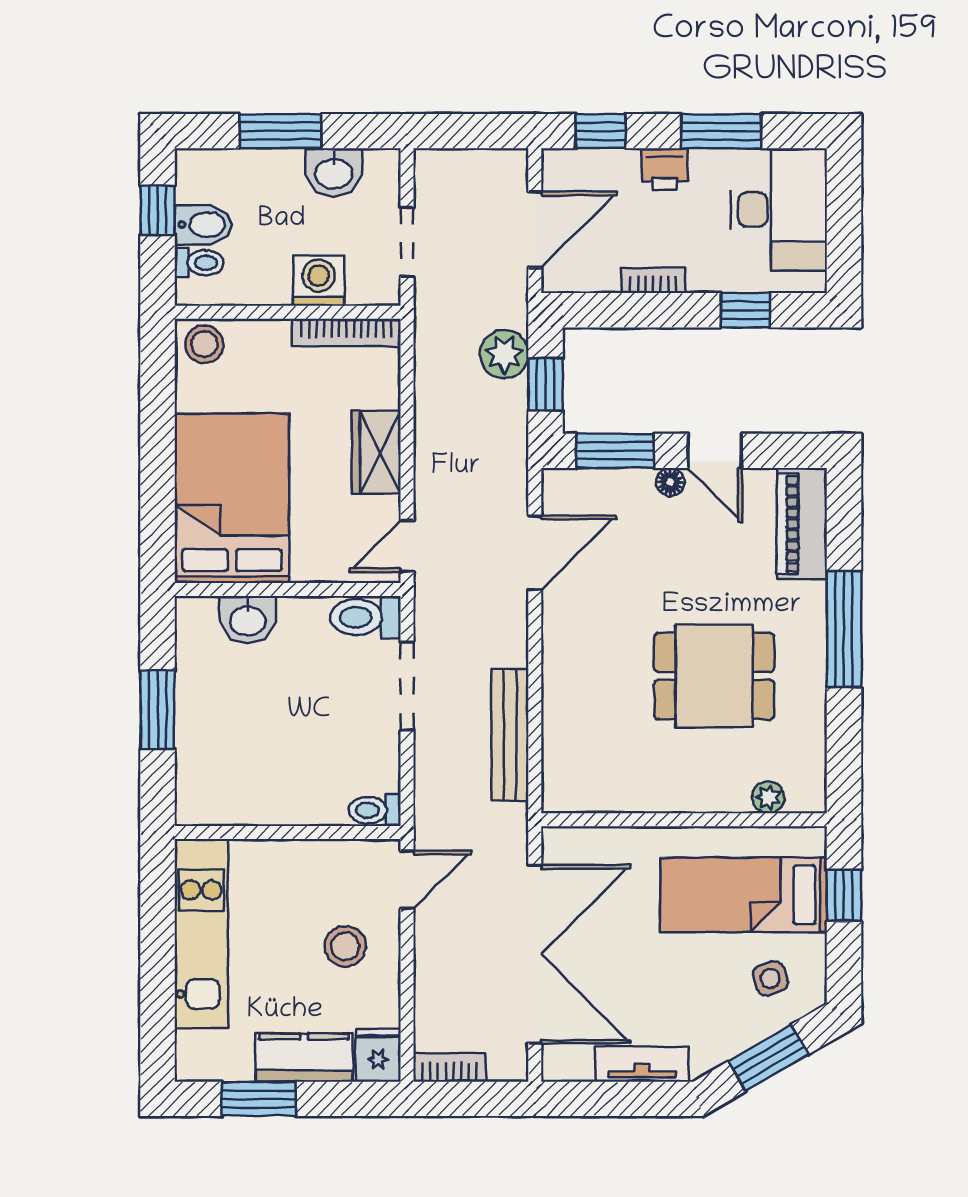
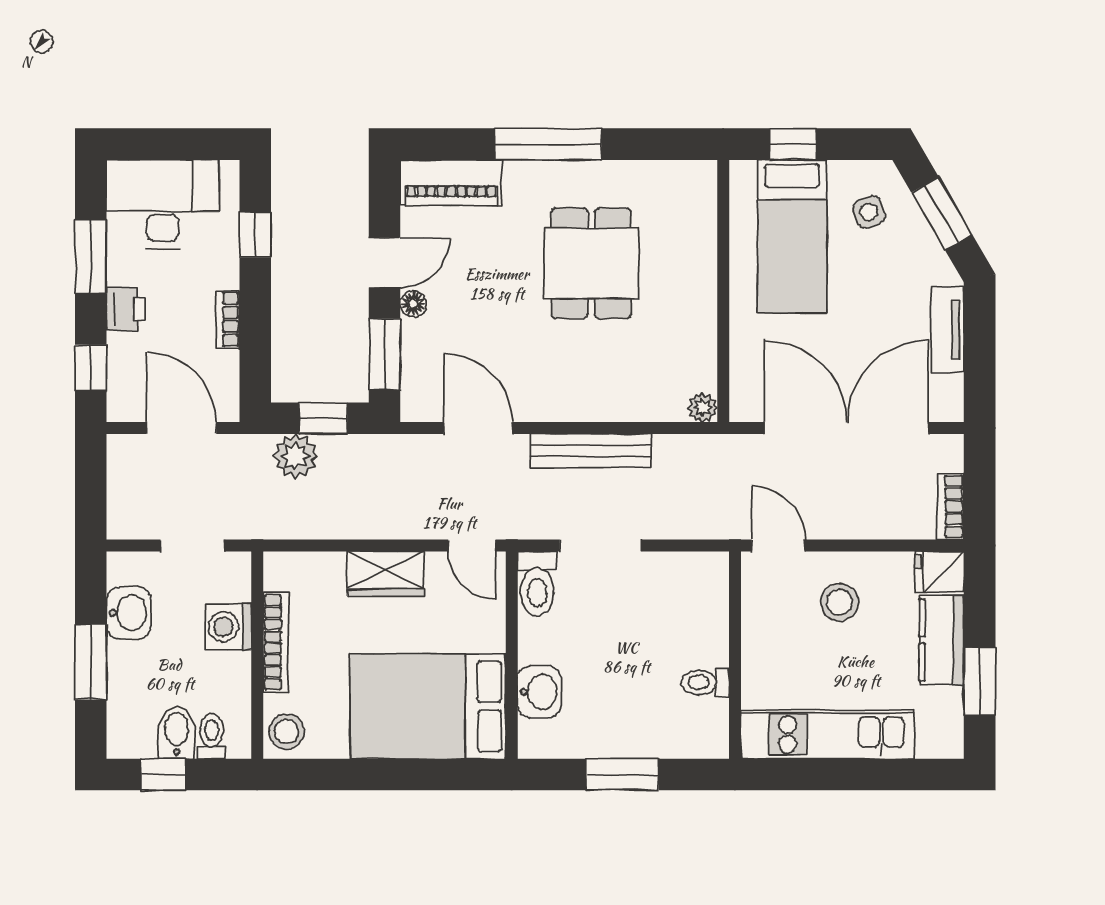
bookcase: (346, 333) -> (276, 642), moved
bench: (510, 734) -> (591, 451), moved
plant: (768, 797) -> (703, 407), moved
toilet: (375, 810) -> (705, 682), moved, turned 90

